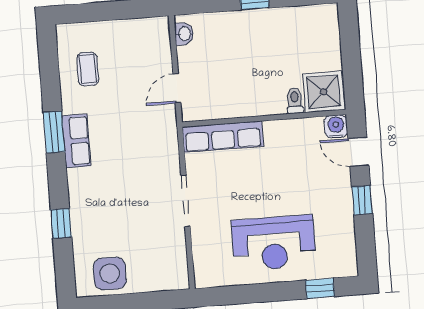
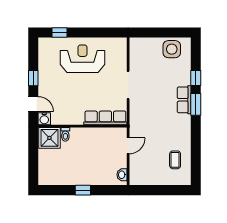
window: (54, 132) -> (196, 104), moved
row of seats: (76, 141) -> (184, 100), moved

